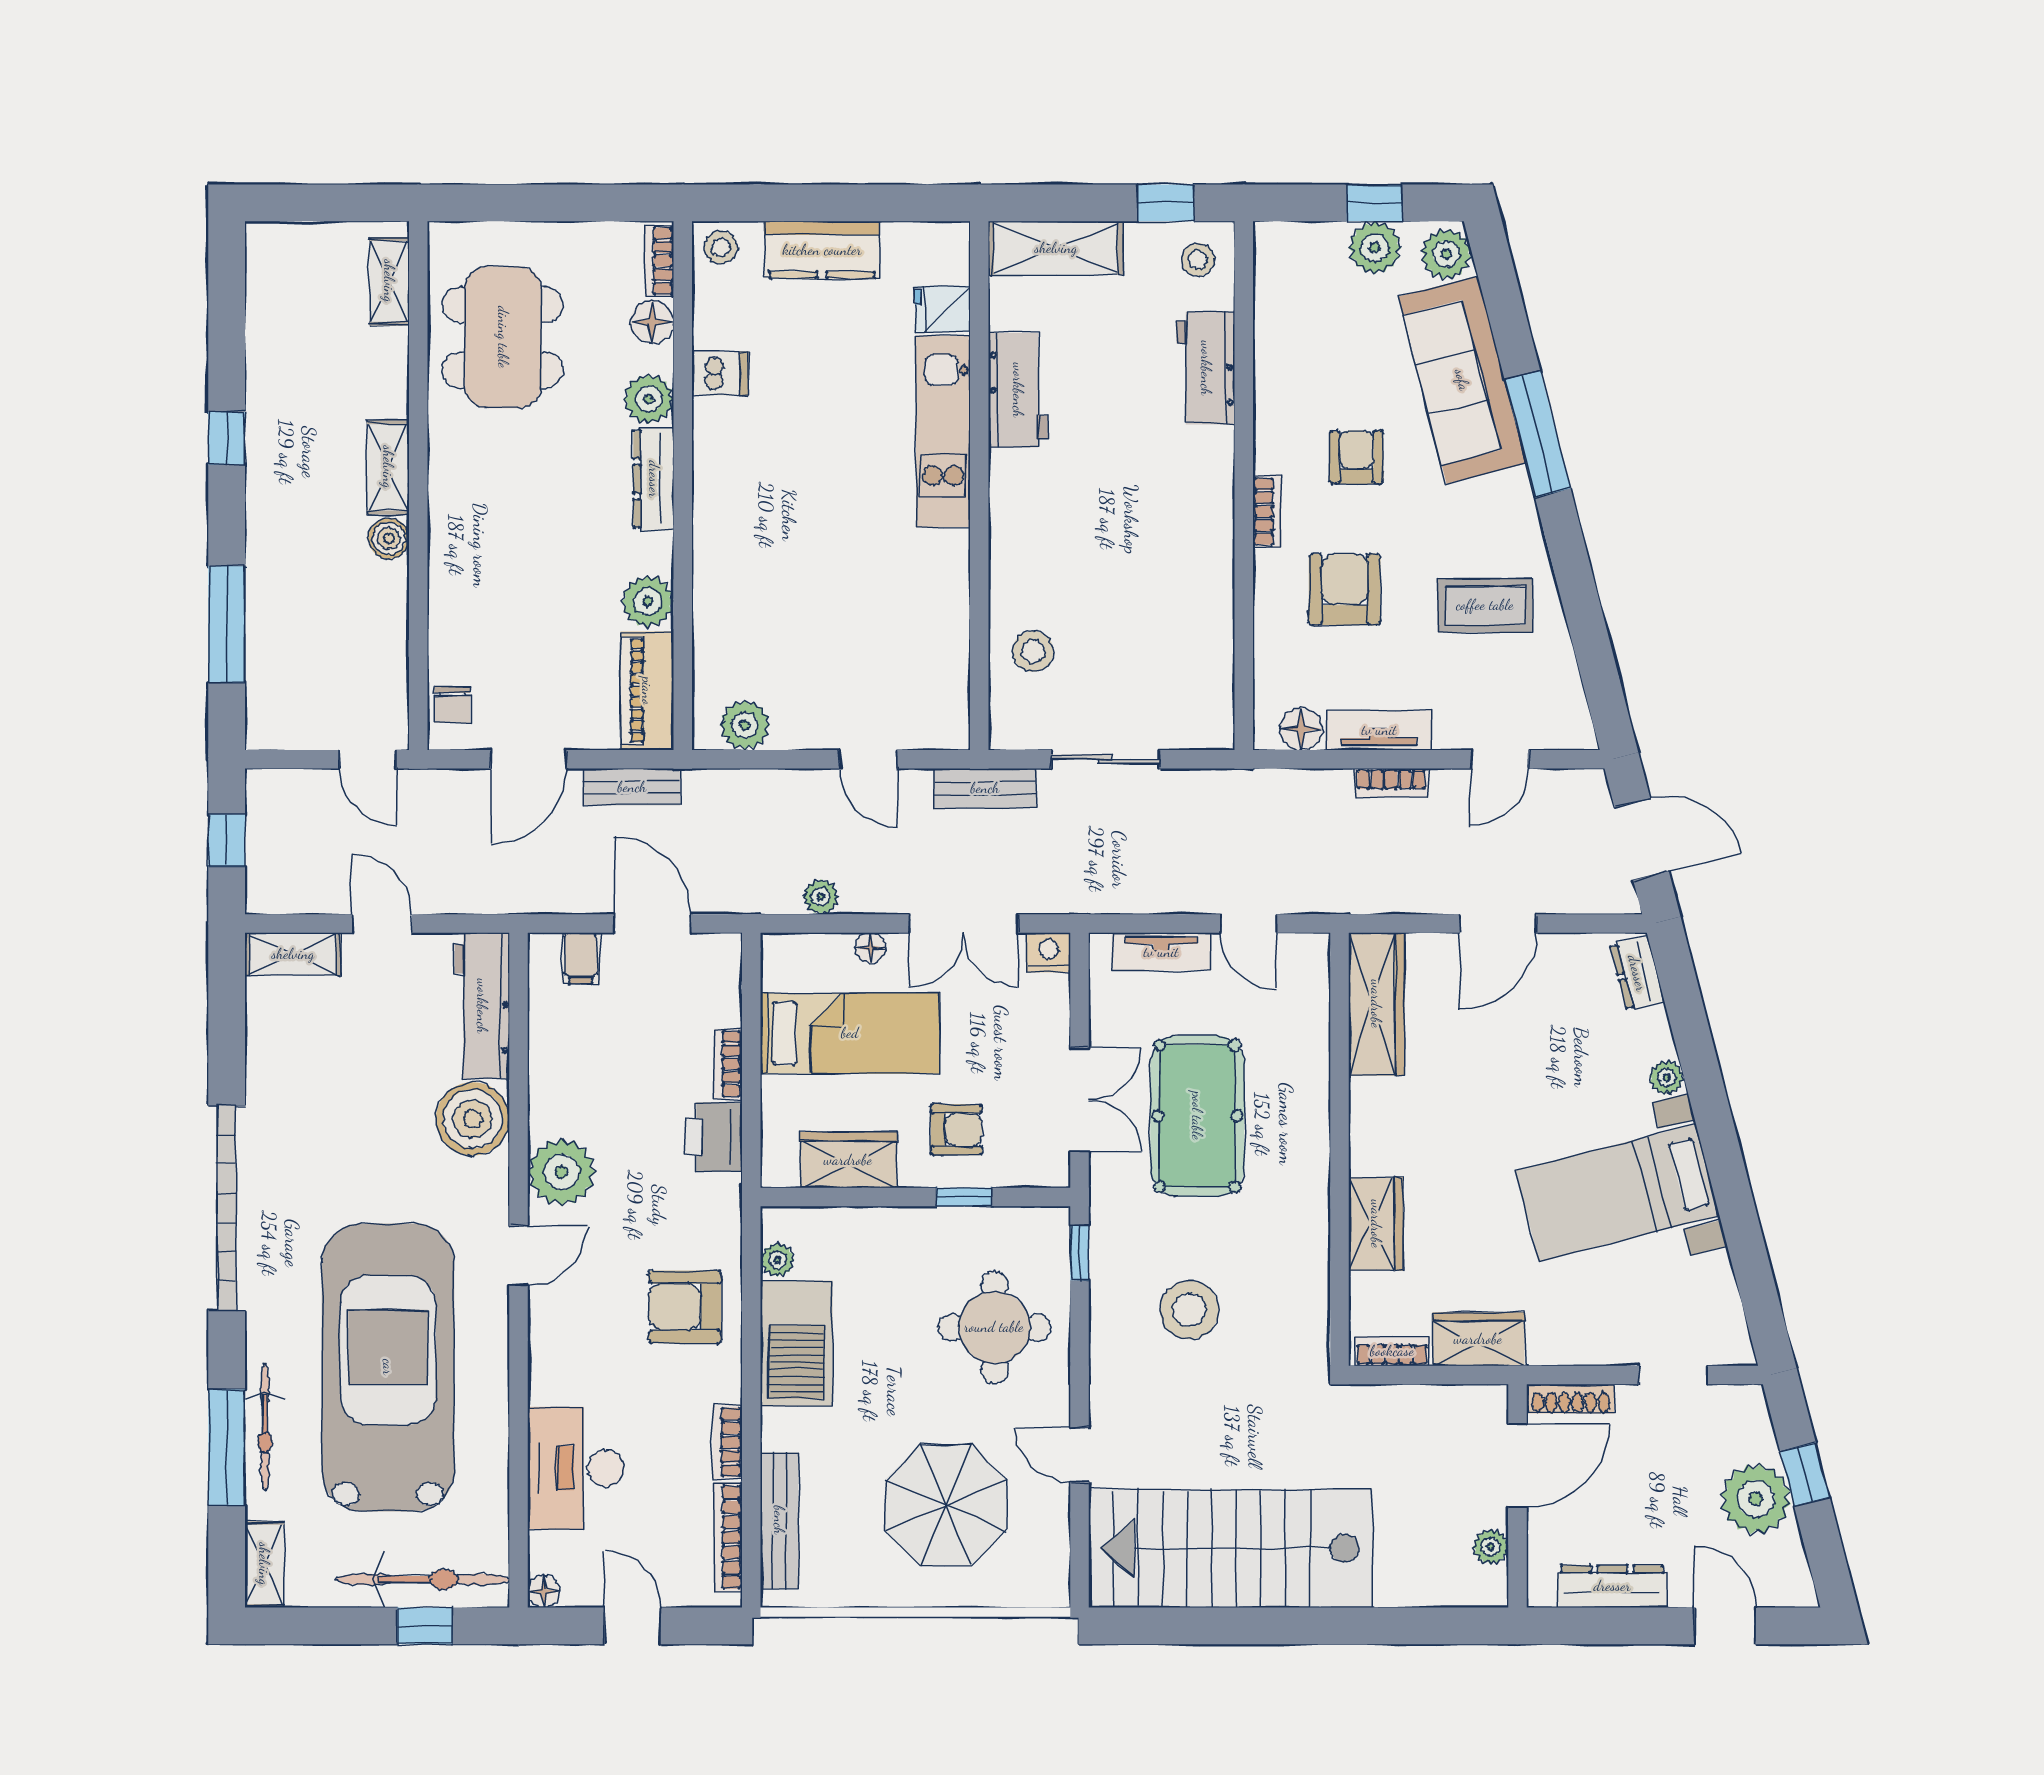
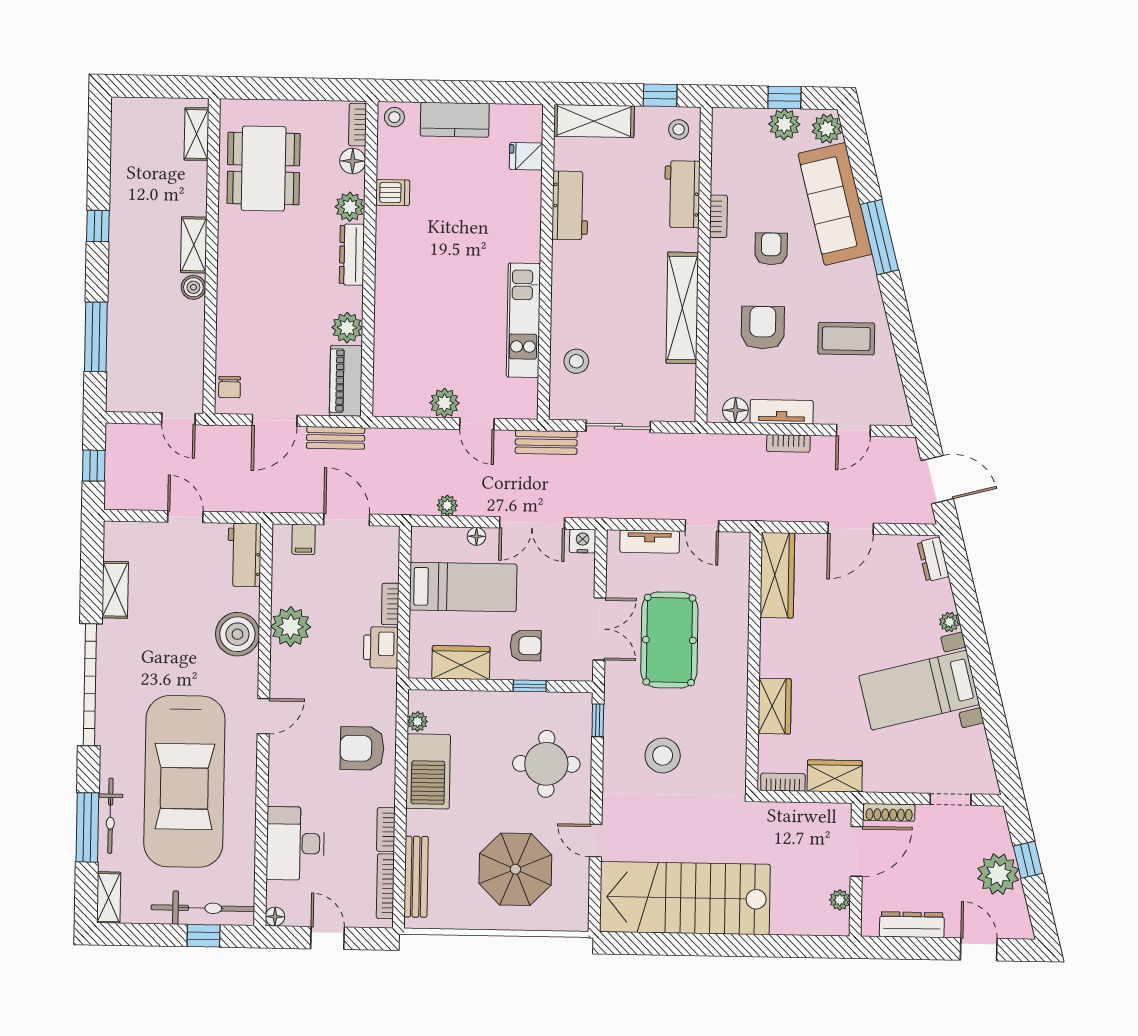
kitchen unit: (943, 431) -> (523, 320), moved
bookcase: (1267, 512) -> (718, 216), moved
shelving: (1209, 559) -> (682, 308), added
plant: (745, 725) -> (444, 403), moved
shelving: (293, 954) -> (115, 590), moved, turned 90
workbench: (482, 1006) -> (244, 555), width x0.73
plant: (562, 1172) -> (291, 627), moved
car: (388, 1367) -> (184, 781), turned 180

